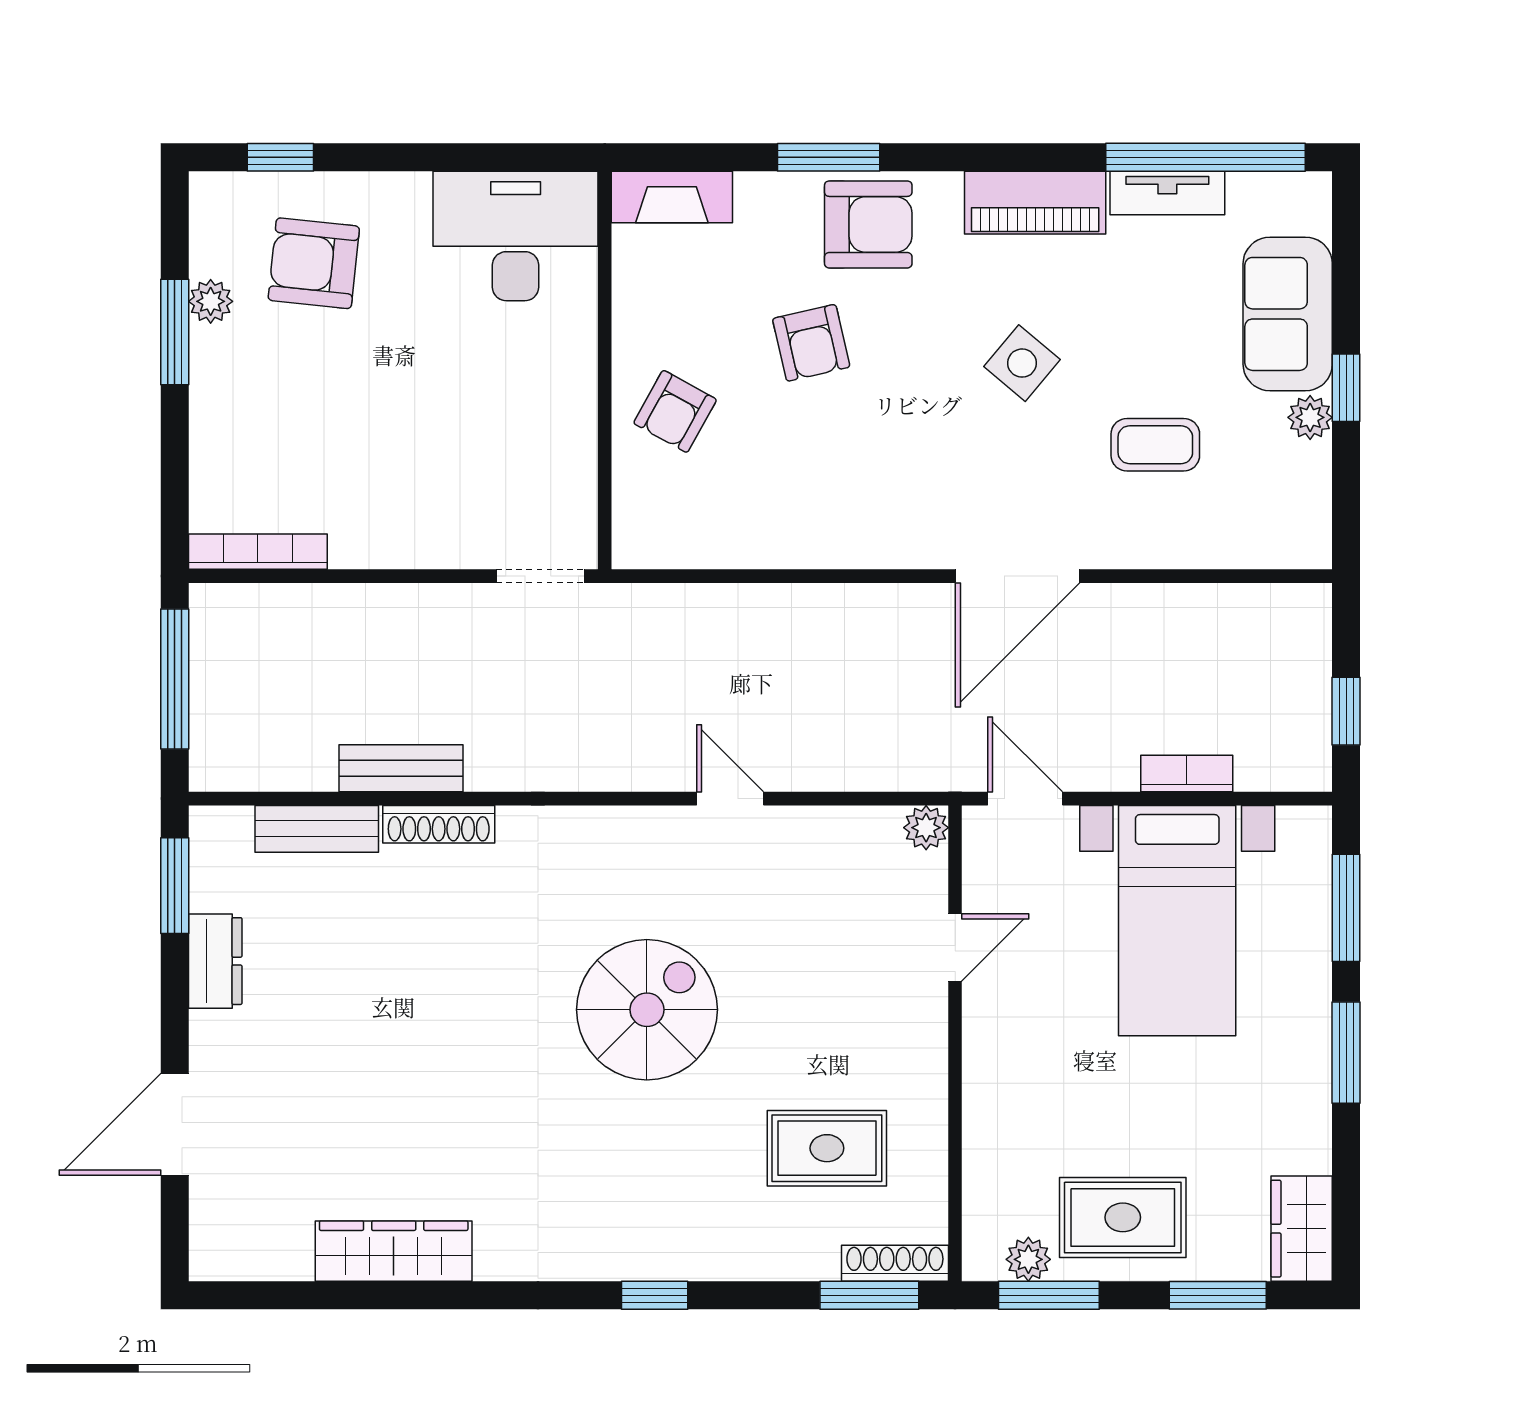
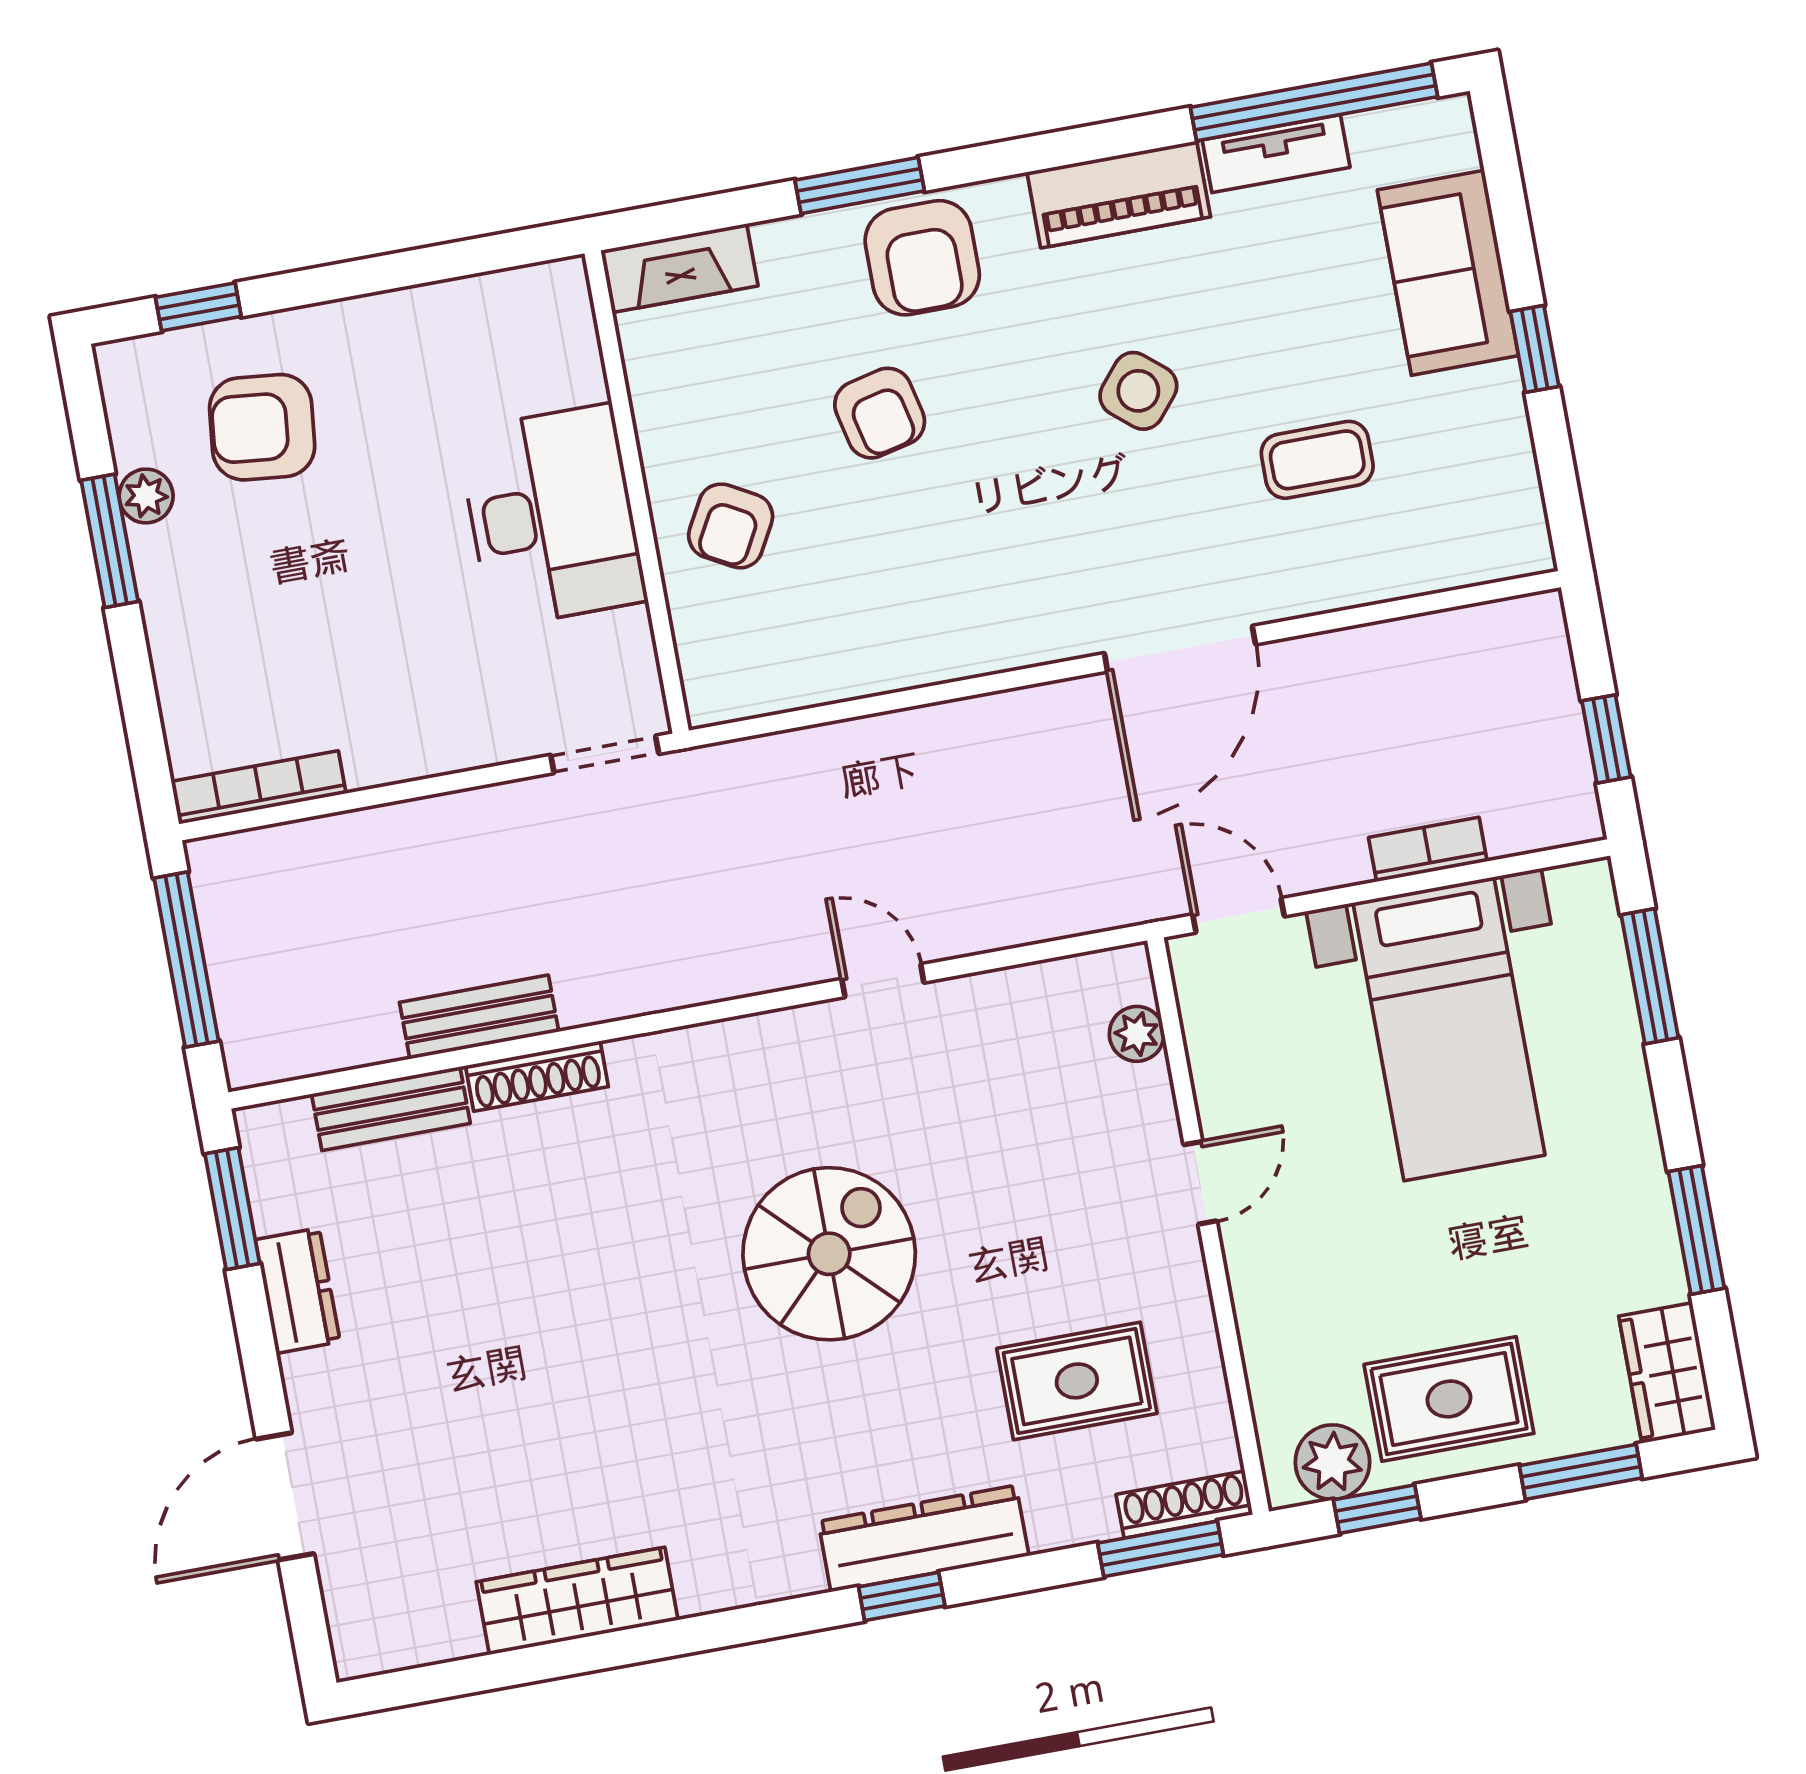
armchair: (868, 224) -> (922, 258), turned 90
desk: (516, 236) -> (552, 516), moved, turned 90
plant: (1310, 417) -> (1498, 393), removed
plant: (926, 828) -> (1137, 1034), moved
door: (955, 947) -> (1200, 1183), moved
window: (1346, 1053) -> (1696, 1230), moved
dresser: (681, 1252) -> (924, 1539), added
plant: (1028, 1259) -> (1332, 1462), width x1.38, depth x1.38
window: (1049, 1295) -> (1377, 1509), width x0.67

